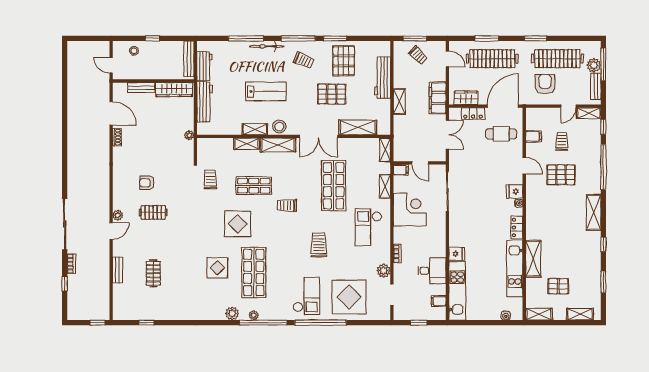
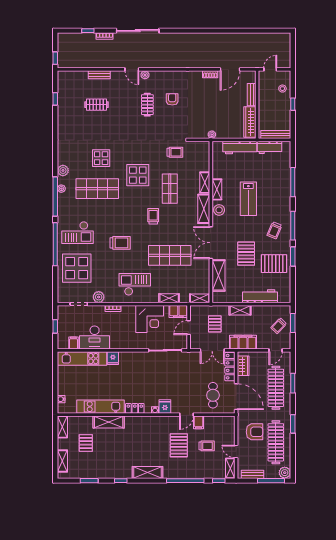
bicycle: (267, 46) -> (286, 199), removed
plant: (594, 65) -> (285, 473), moved
locker: (473, 114) -> (230, 367), width x1.53
pallet: (416, 132) -> (215, 324), added
filing cabinet: (534, 136) -> (199, 422), moved
filing cabinet: (401, 170) -> (178, 311), width x2.00
desk: (432, 271) -> (95, 337), width x1.37

